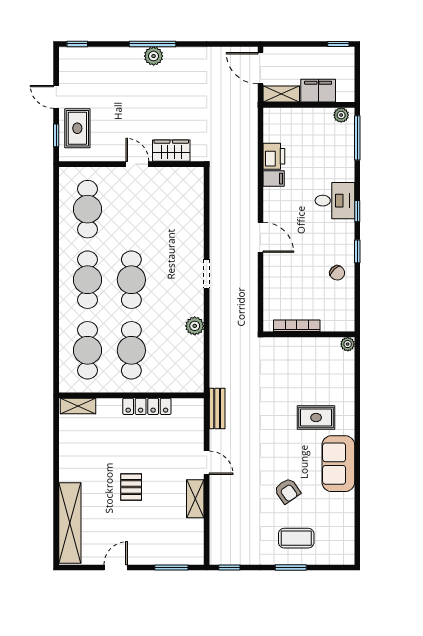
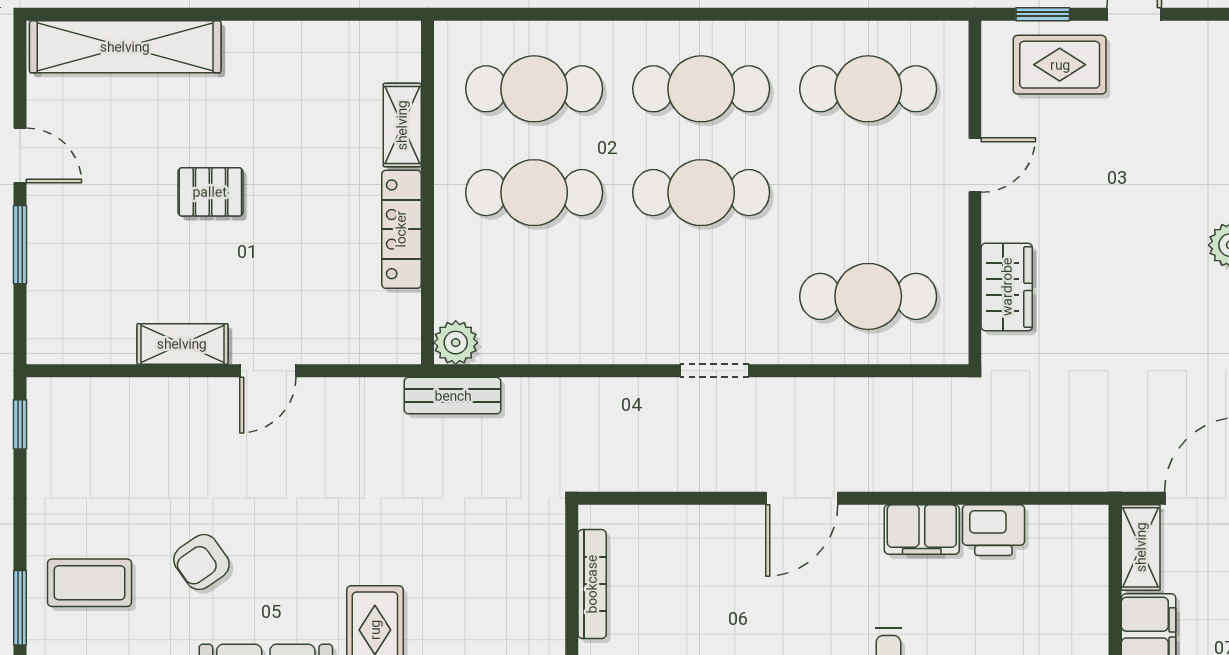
door: (137, 164) -> (975, 165), moved
filing cabinet: (274, 179) -> (922, 529), width x2.00
cafe table: (175, 209) -> (868, 296), added
plant: (195, 326) -> (456, 343), moved
shelving: (78, 406) -> (402, 125), moved
bench: (217, 408) -> (453, 396), moved
coffee table: (296, 538) -> (90, 583), turned 90
window: (171, 567) -> (20, 245), moved
window: (291, 567) -> (20, 608), moved

